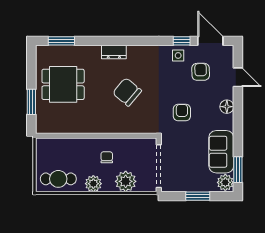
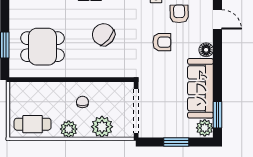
dining table: (63, 84) -> (42, 47), moved
armchair: (182, 113) -> (162, 42), moved, turned 90
sofa: (221, 152) -> (200, 88), width x1.36

